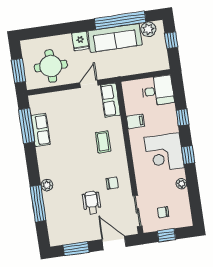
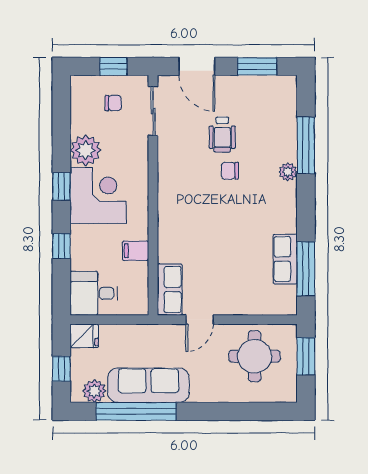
fridge: (80, 41) -> (84, 336), moved, turned 90
coffee table: (103, 142) -> (191, 226), removed
chair: (112, 183) -> (230, 171), moved
plant: (181, 184) -> (85, 150), width x1.87, depth x1.87

